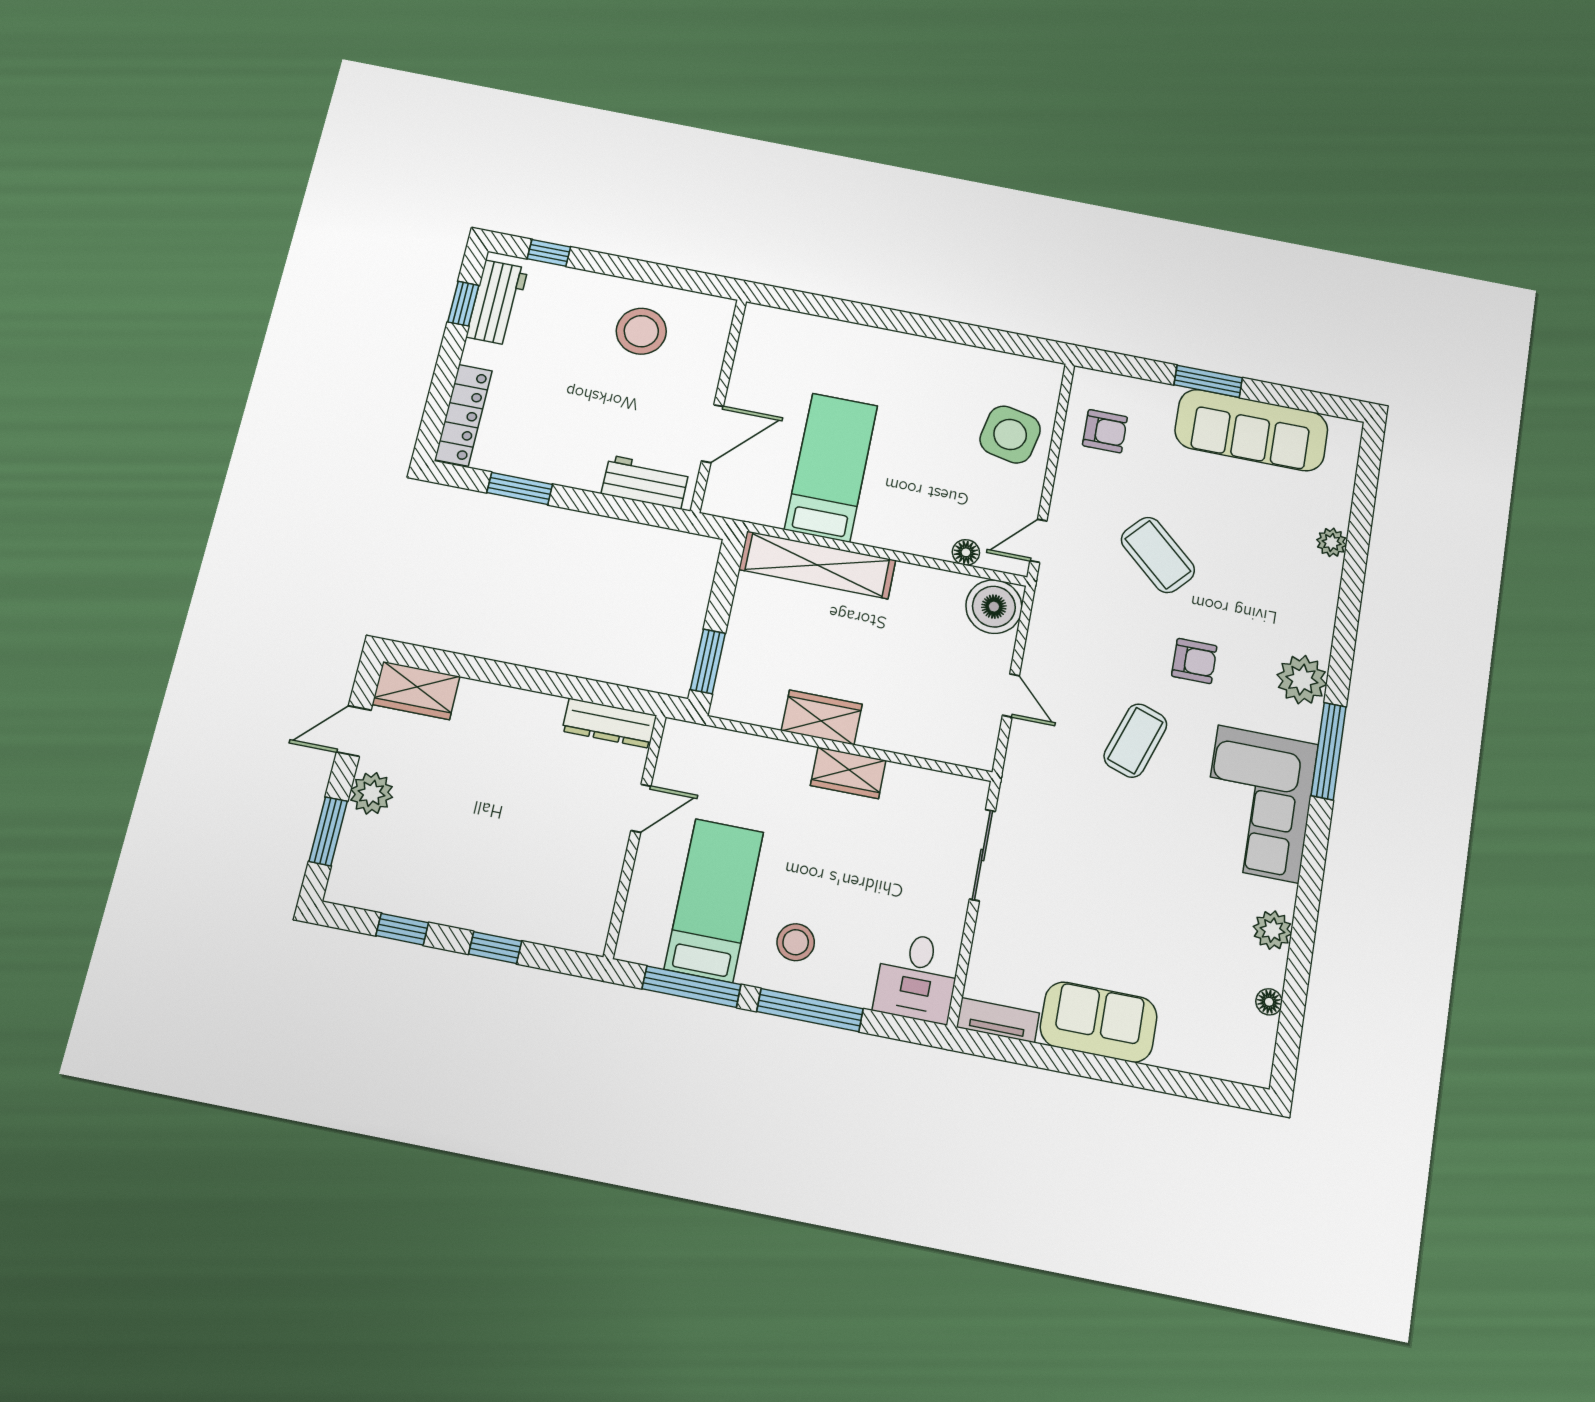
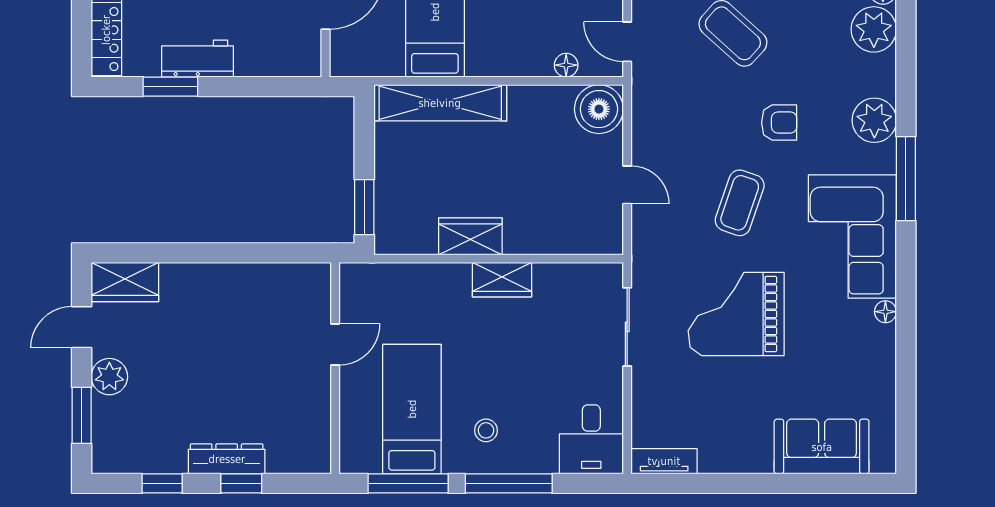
workbench: (645, 482) -> (198, 59), moved
door: (1039, 541) -> (627, 42), hinge flipped
dresser: (609, 723) -> (227, 459), moved, turned 180
grand piano: (1111, 865) -> (736, 314), added
plant: (1272, 930) -> (874, 29), moved, width x1.36, depth x1.36
stool: (796, 942) -> (486, 430), width x0.73, depth x0.73
floor lamp: (1269, 1002) -> (885, 312), moved
sofa: (1099, 1022) -> (822, 447), moved

